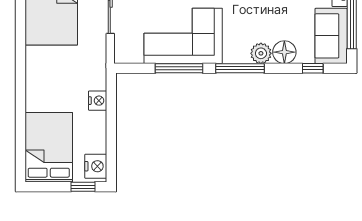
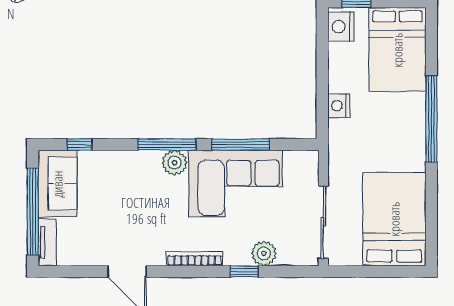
floor lamp: (284, 52) -> (114, 164), removed
plant: (261, 53) -> (174, 163), moved
window: (21, 90) -> (431, 119), added

